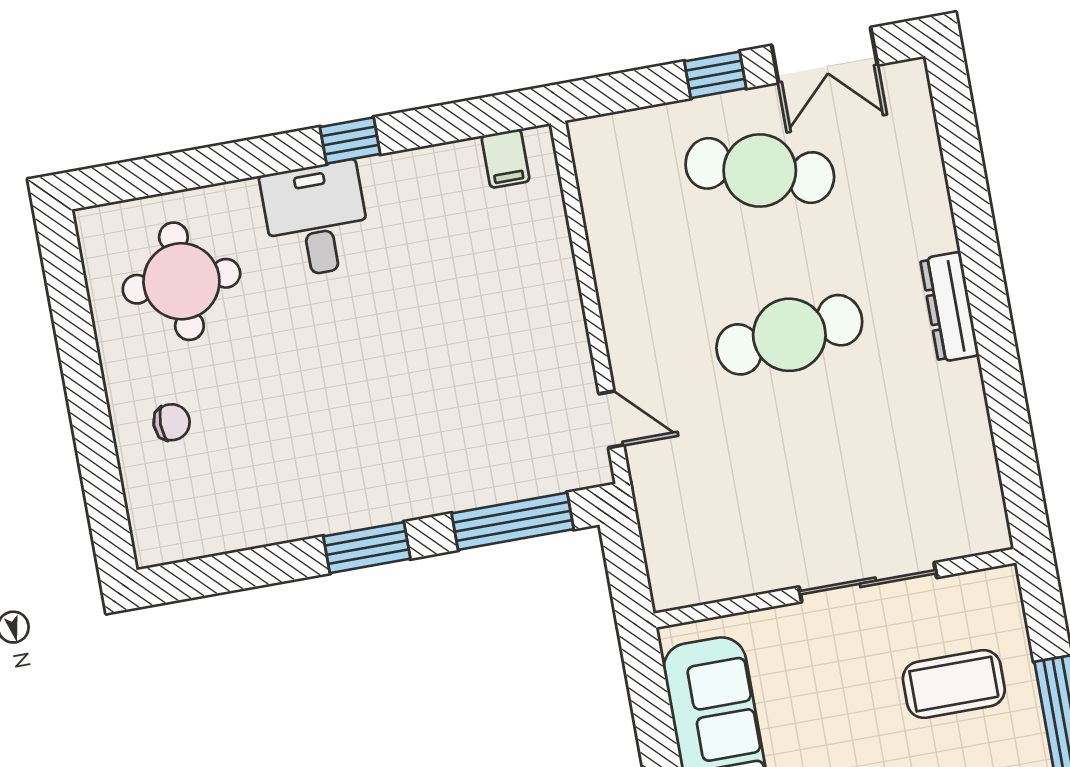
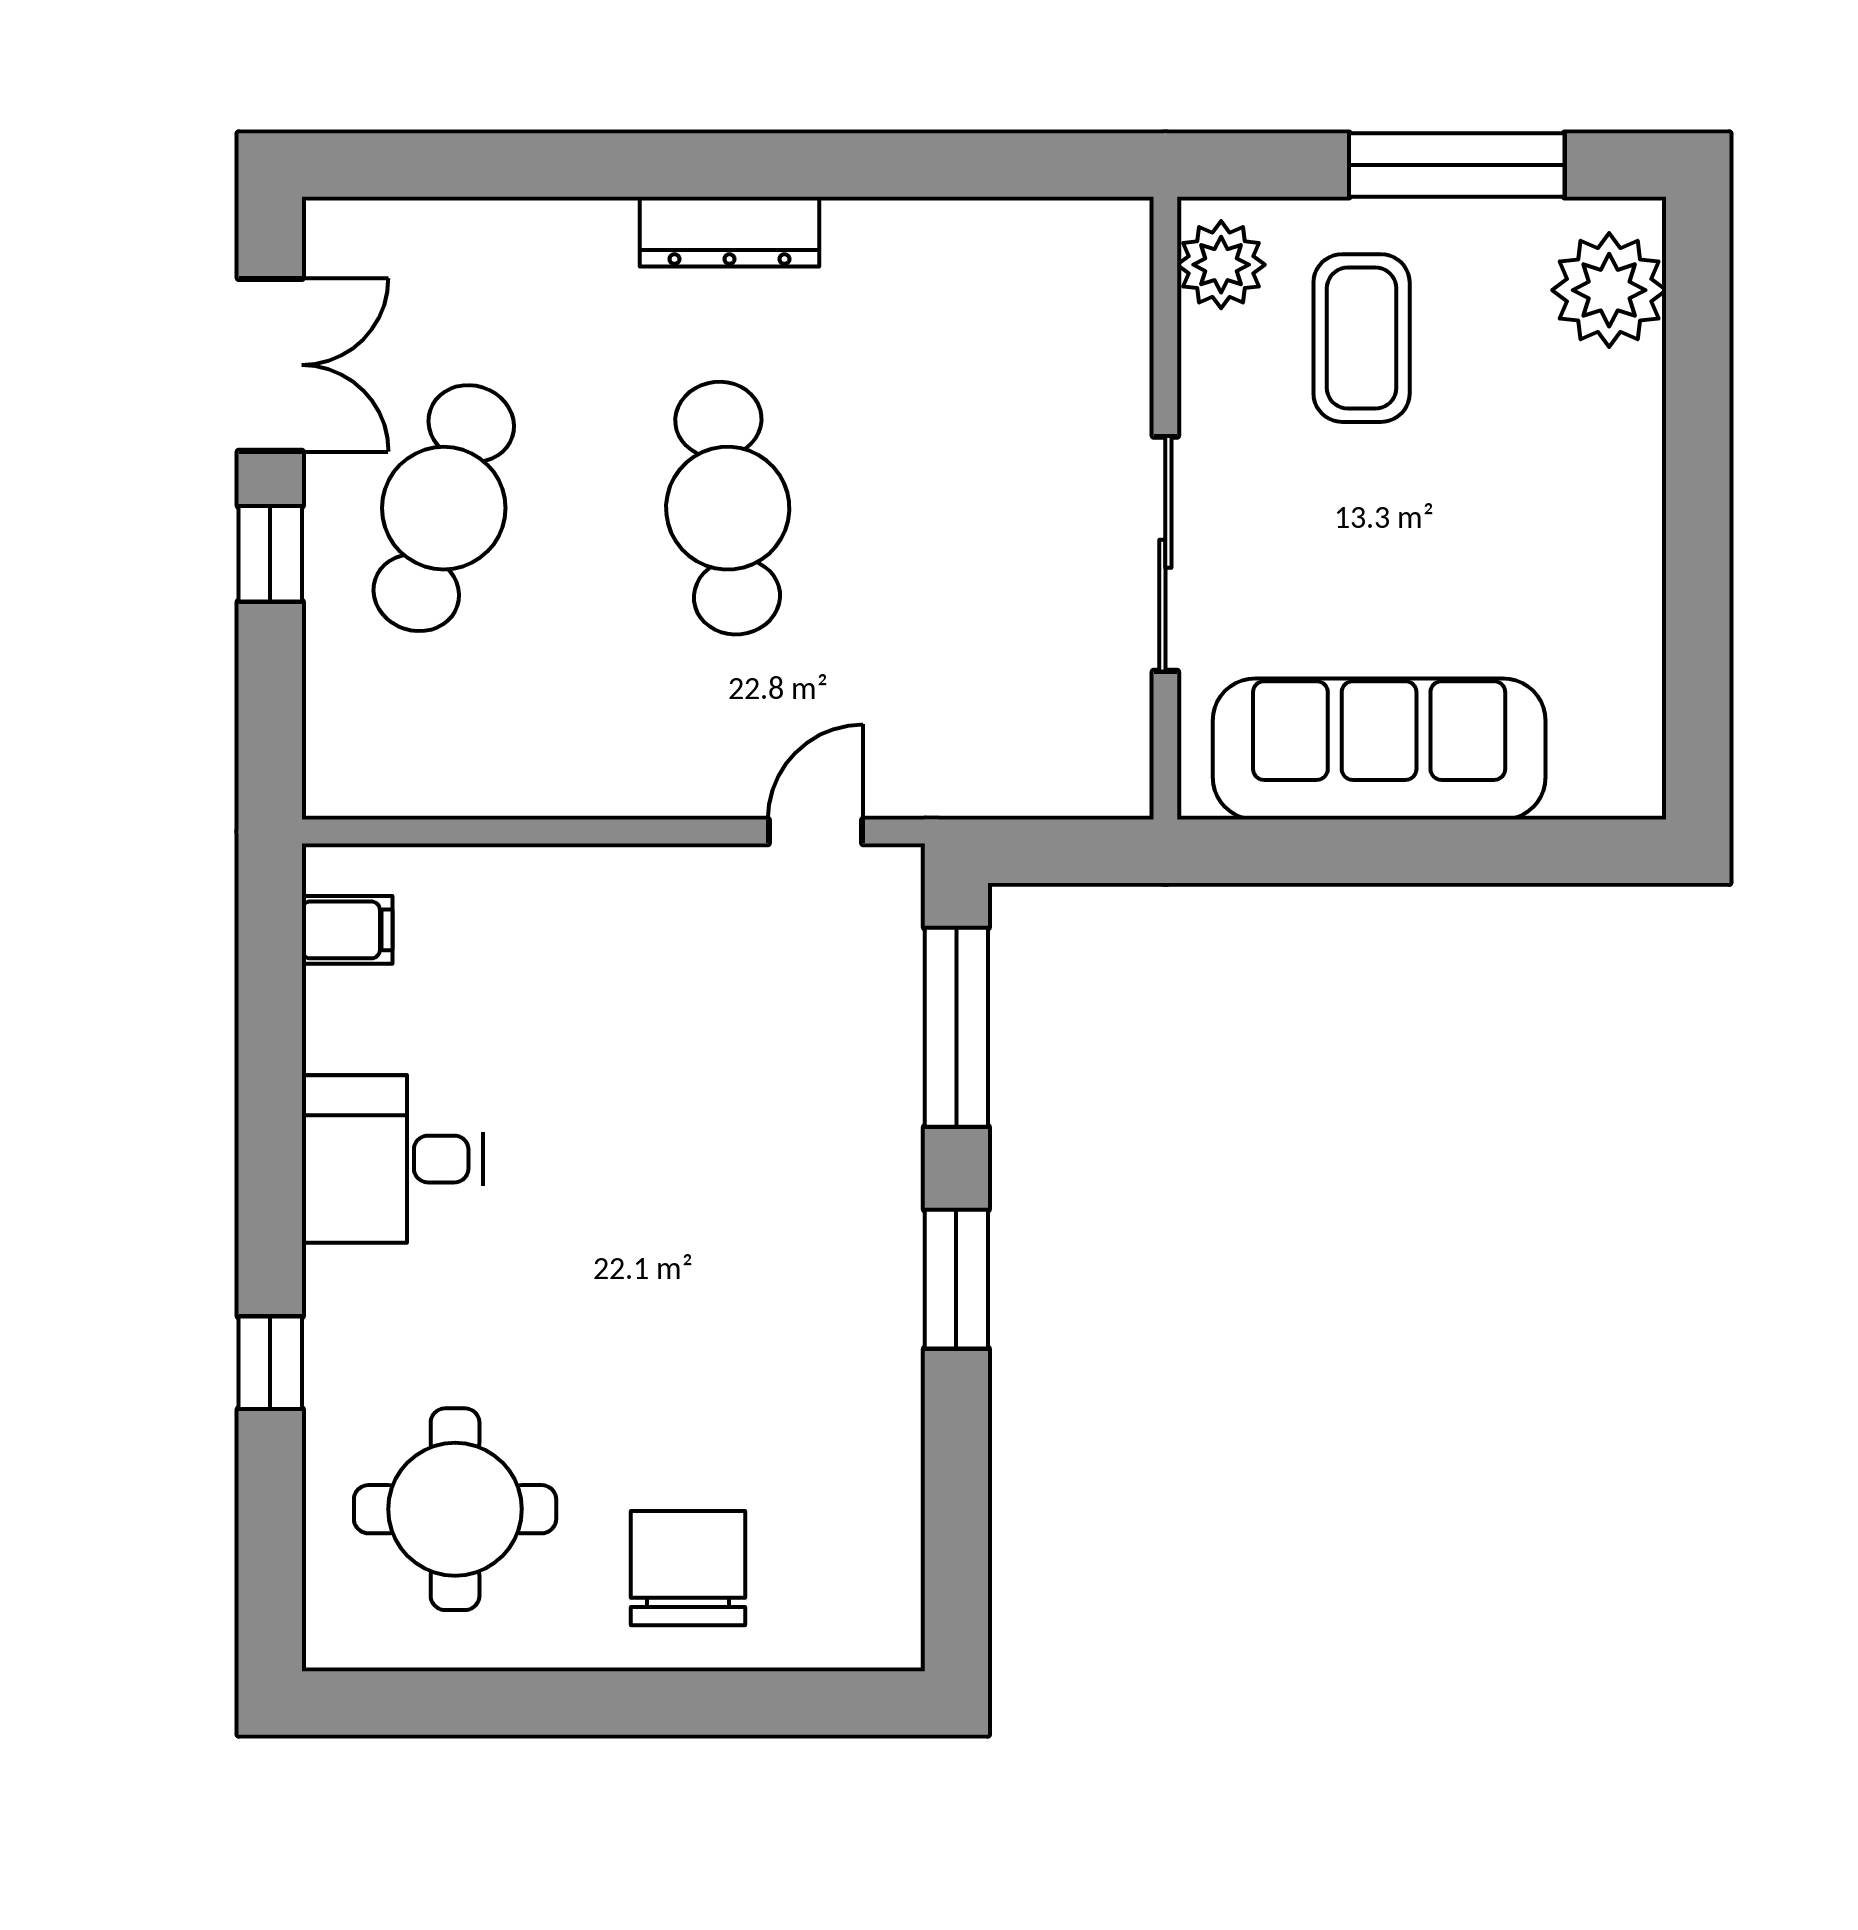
window: (350, 140) -> (270, 1363), moved
desk: (316, 220) -> (392, 1159), moved
chair: (172, 422) -> (688, 1568), width x1.87, depth x1.87
sliding door: (868, 582) -> (1165, 554), moved
plant: (982, 595) -> (1221, 265), added

